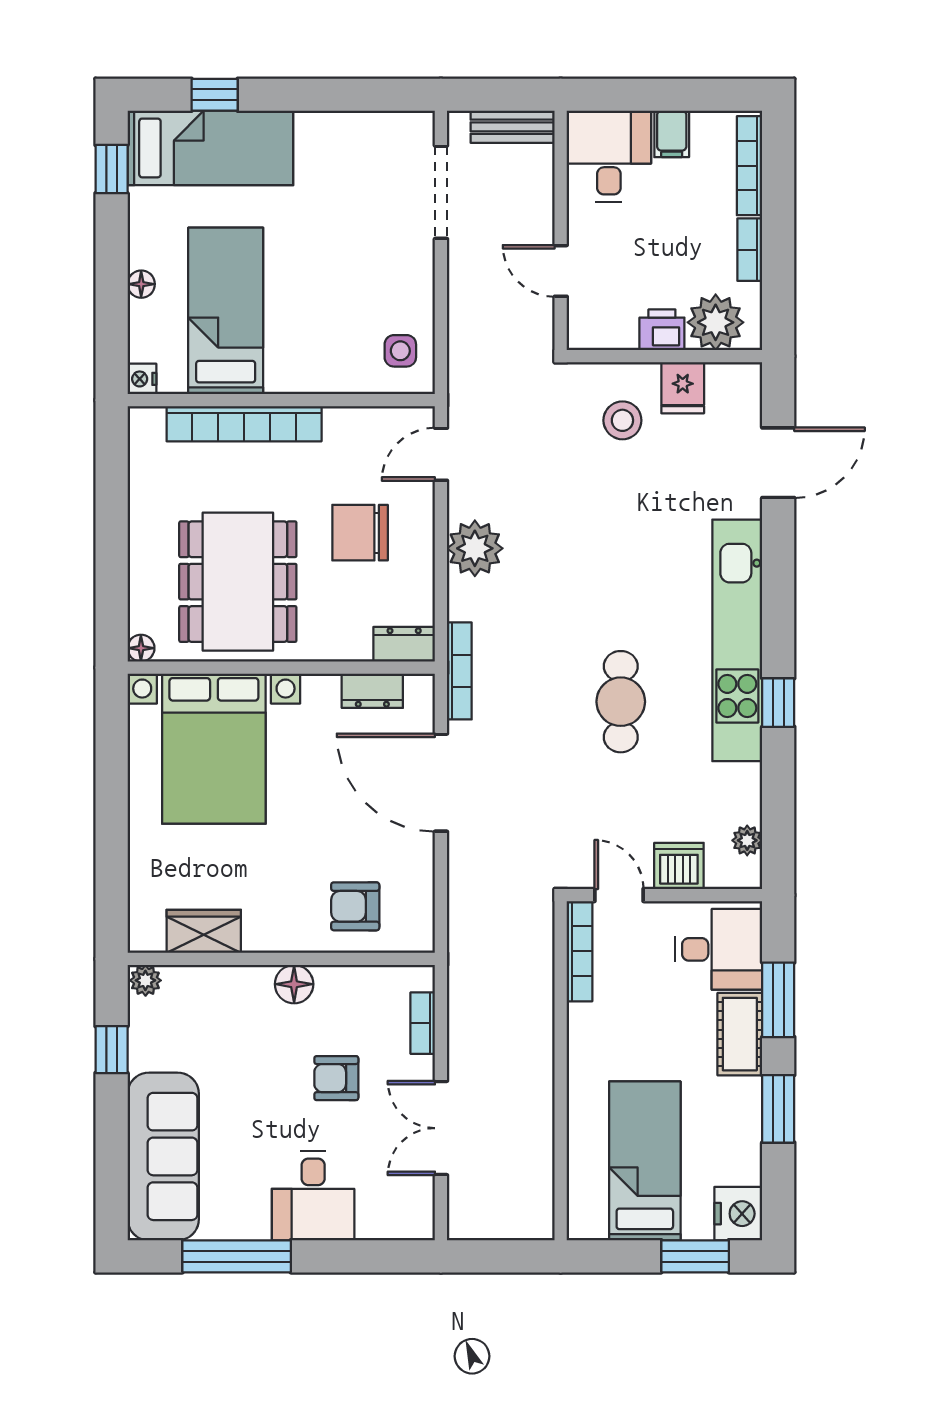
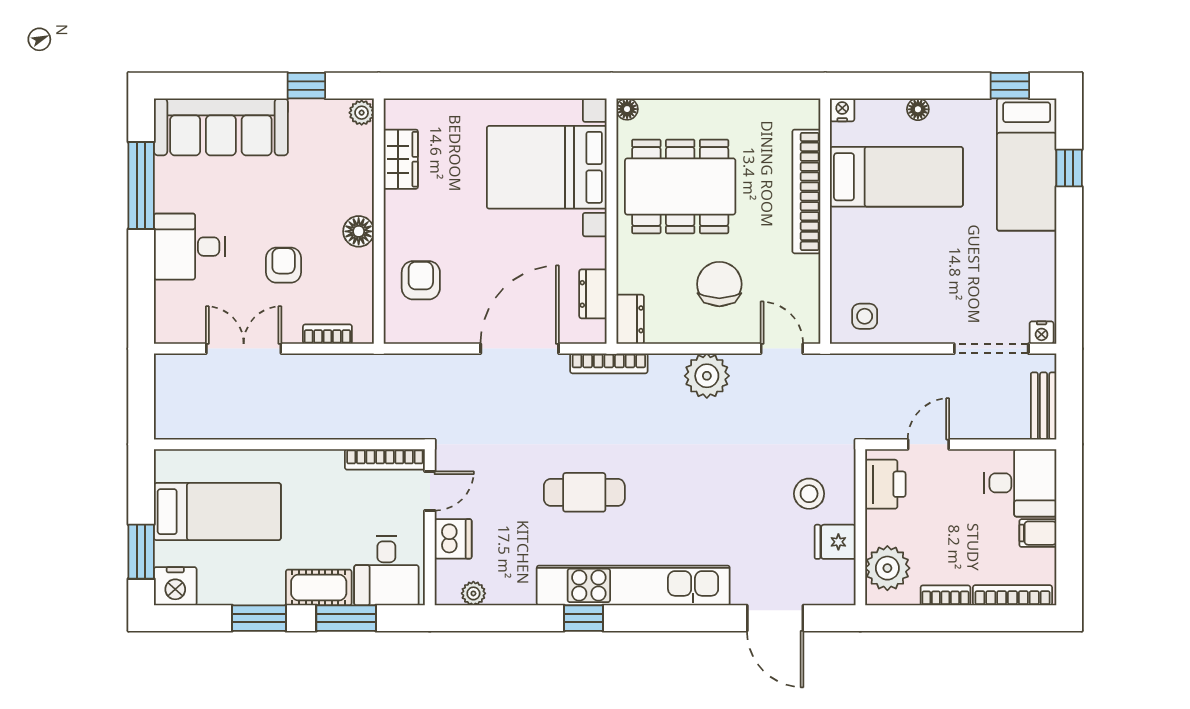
nightstand: (421, 129) -> (1042, 333), added
printer: (662, 330) -> (885, 484), moved, width x1.36, depth x1.24

